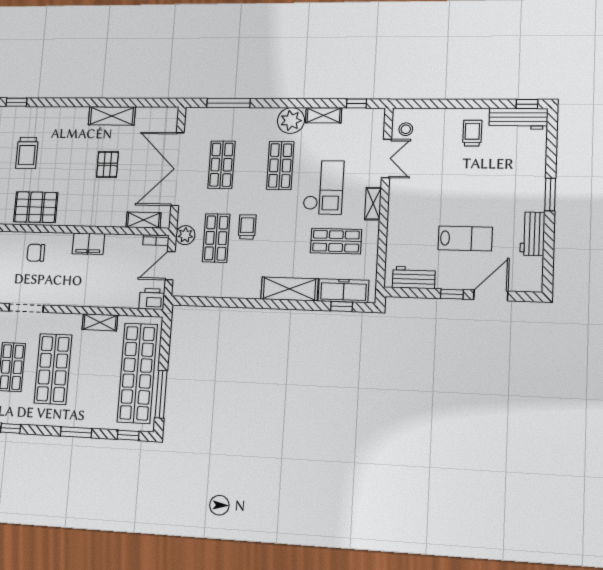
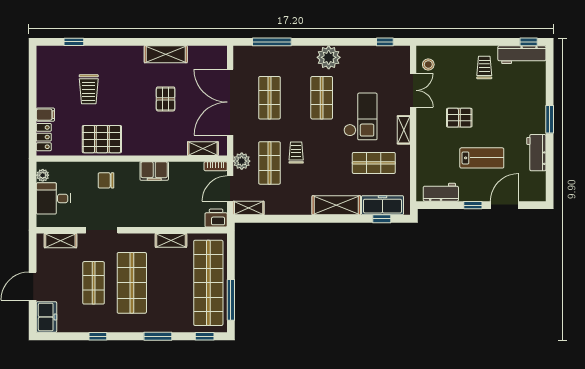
shelving: (324, 115) -> (249, 208), moved
pallet: (440, 191) -> (459, 118), added

